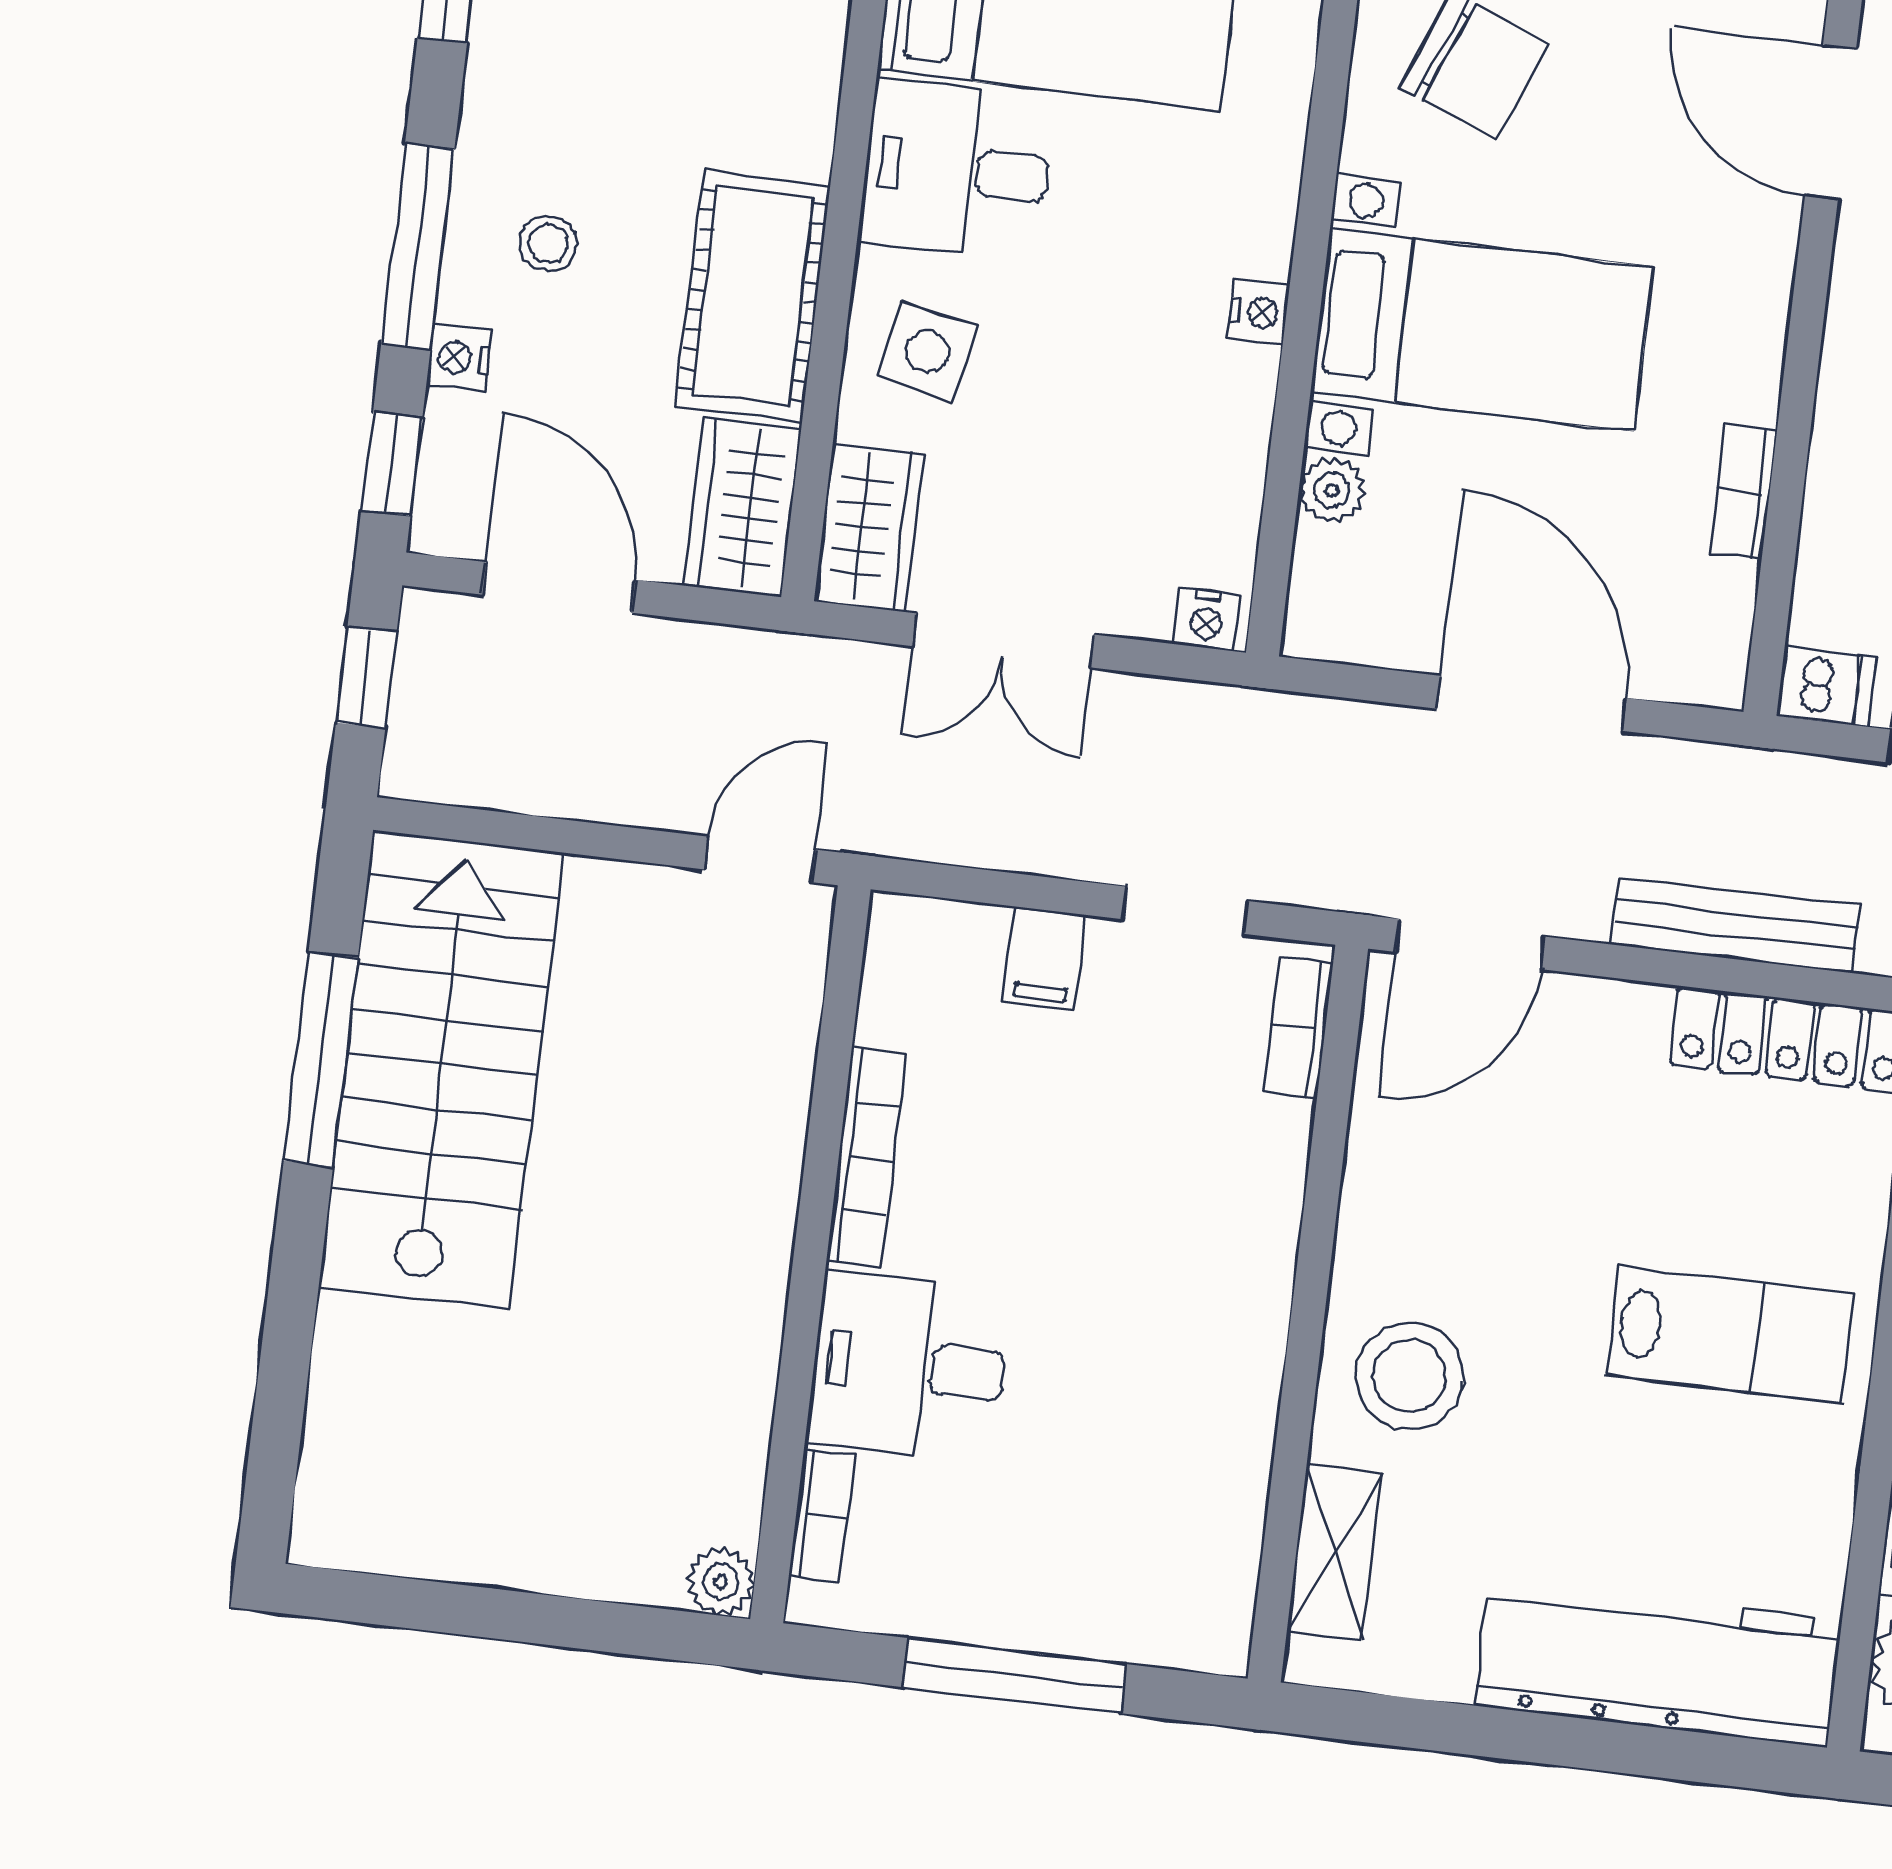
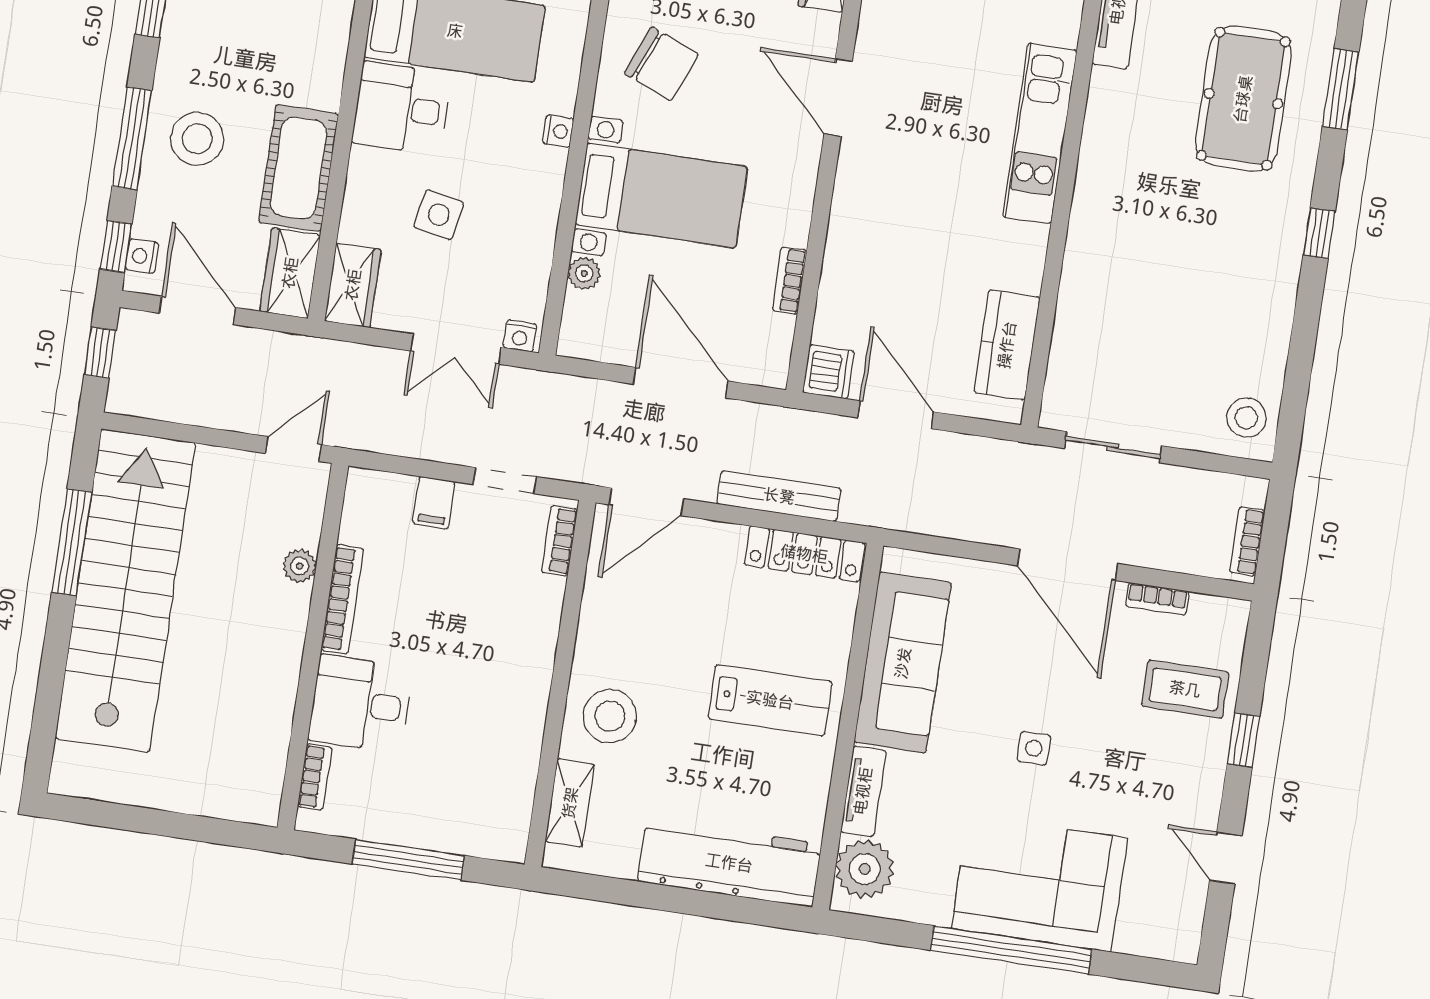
stool: (548, 243) -> (197, 139), width x1.89, depth x1.89
nightstand: (1259, 312) -> (558, 131), moved
side table: (927, 351) -> (439, 215), moved
nightstand: (459, 358) -> (142, 256), moved
double door: (1003, 640) -> (456, 349), moved
dishwasher: (1826, 686) -> (829, 372), width x1.38
stairs: (441, 1070) -> (125, 591), width x1.36
plant: (721, 1582) -> (300, 566), moved

